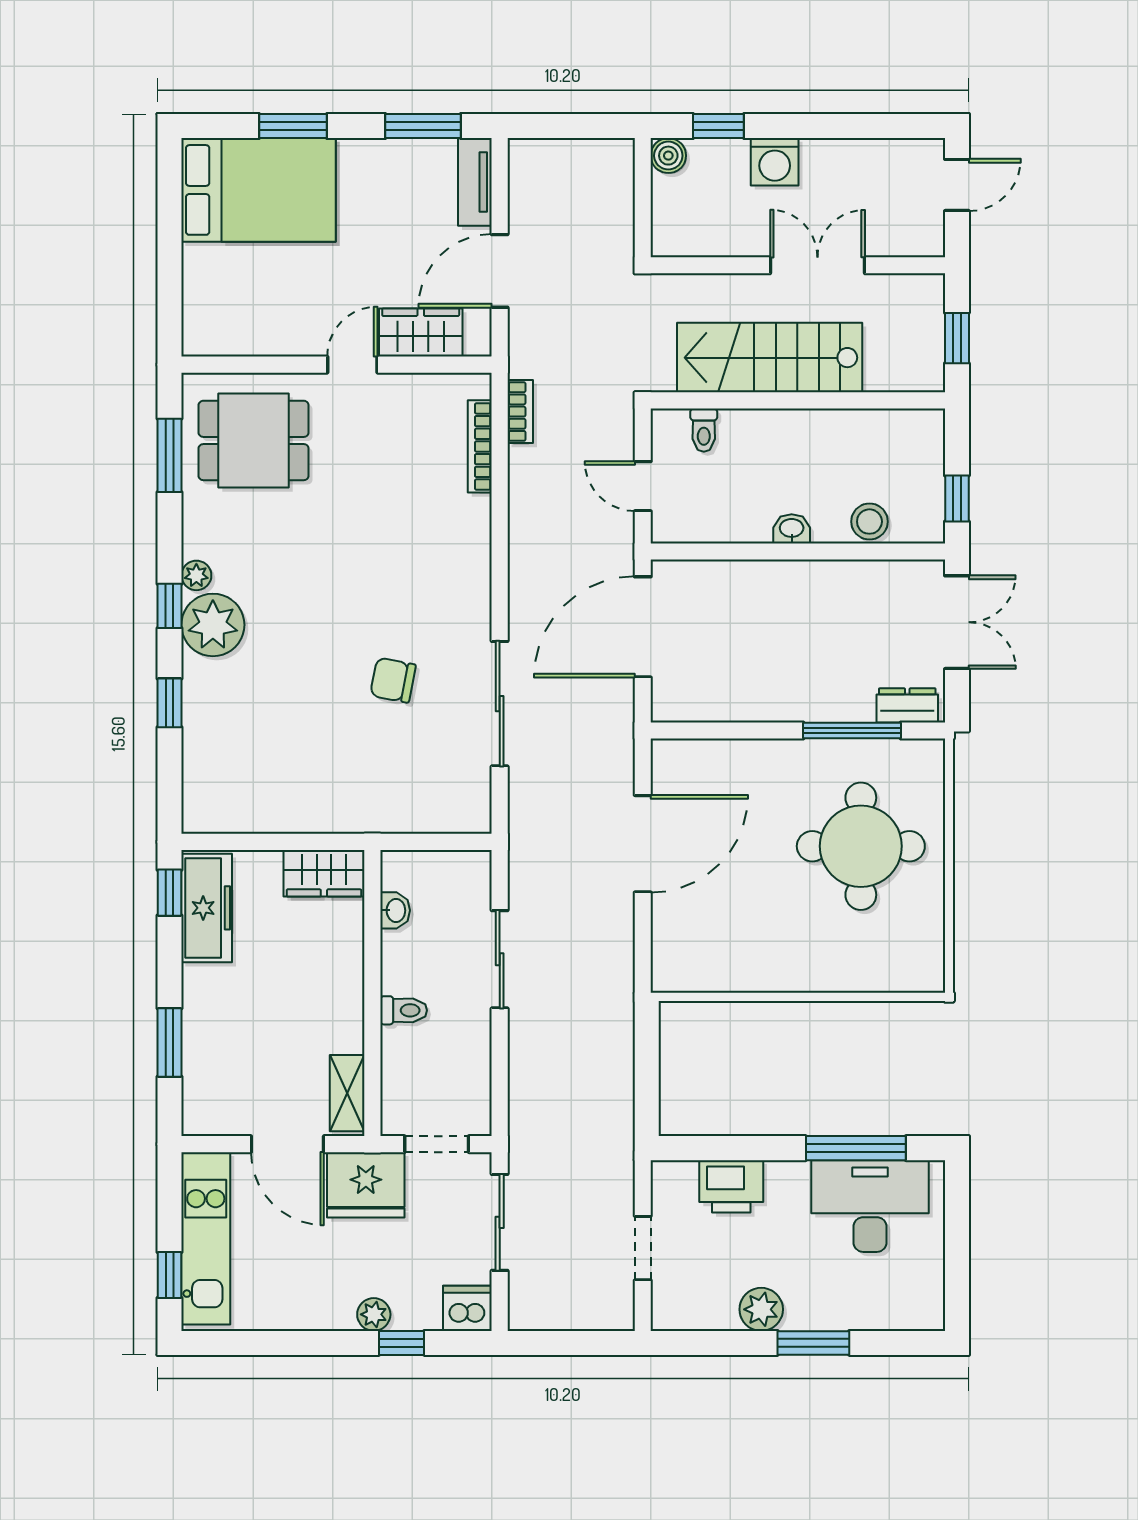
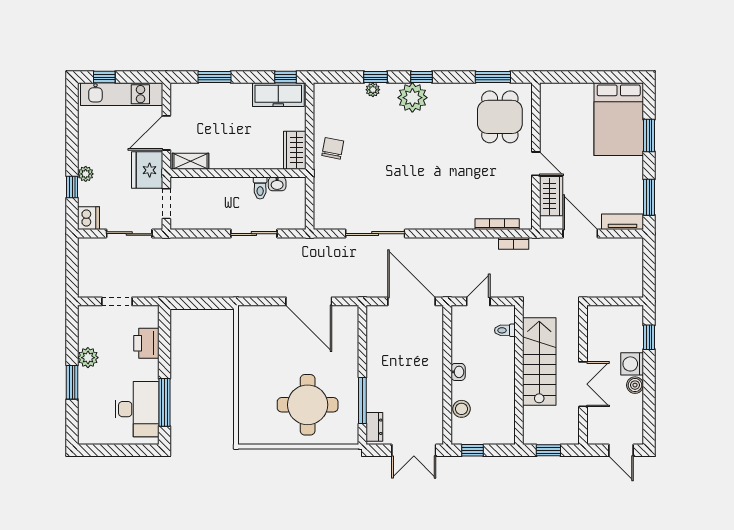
boiler: (668, 156) -> (635, 385), moved
plant: (196, 575) -> (373, 90), moved
chair: (393, 680) -> (333, 148), moved
toilet: (404, 1010) -> (260, 188), moved

